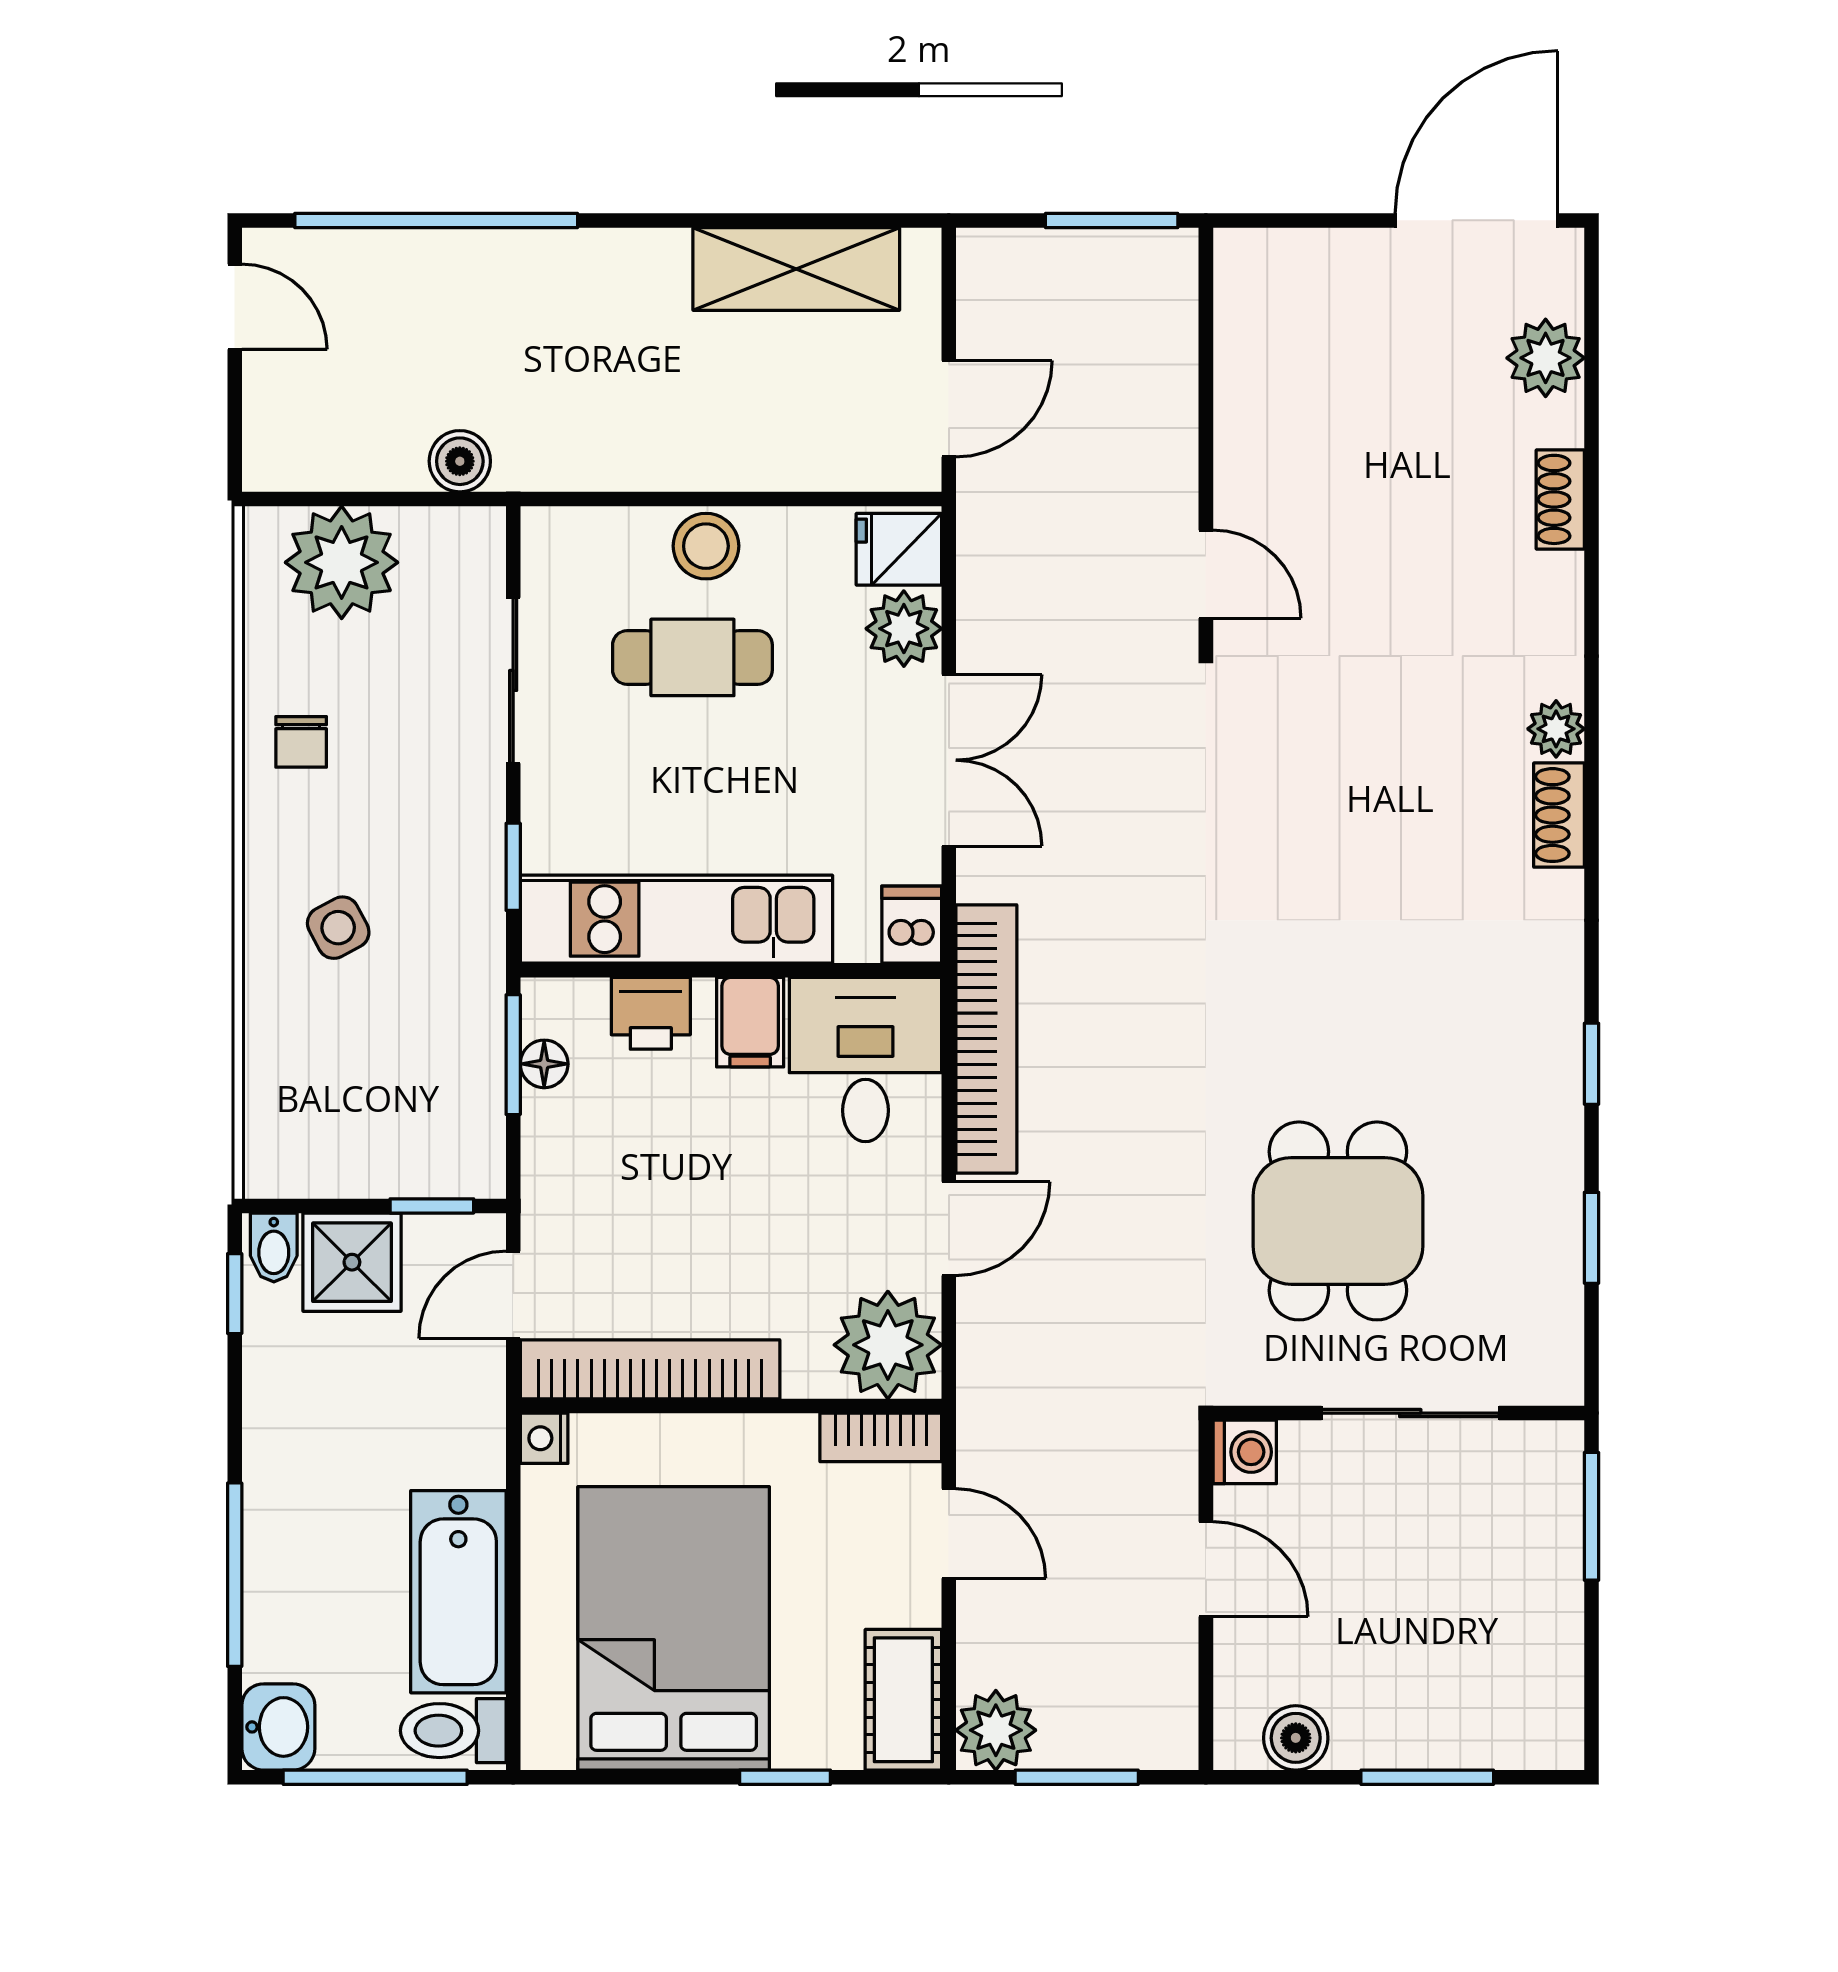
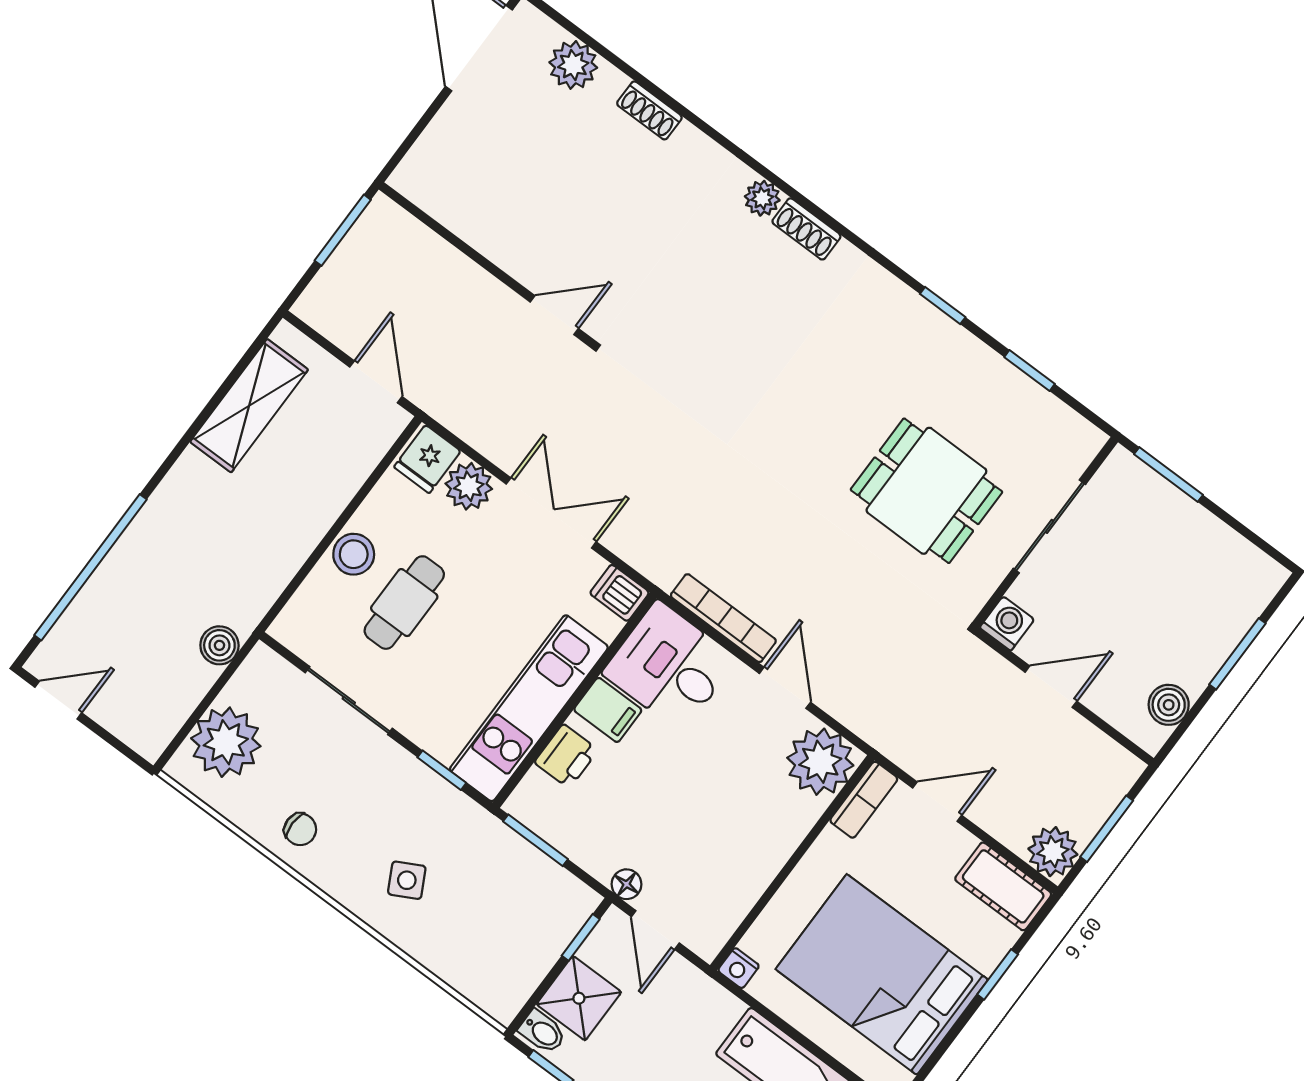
bookcase: (986, 1039) -> (723, 618), width x0.68, depth x0.76
floor lamp: (544, 1064) -> (627, 884), moved
bookcase: (650, 1369) -> (744, 889), removed

